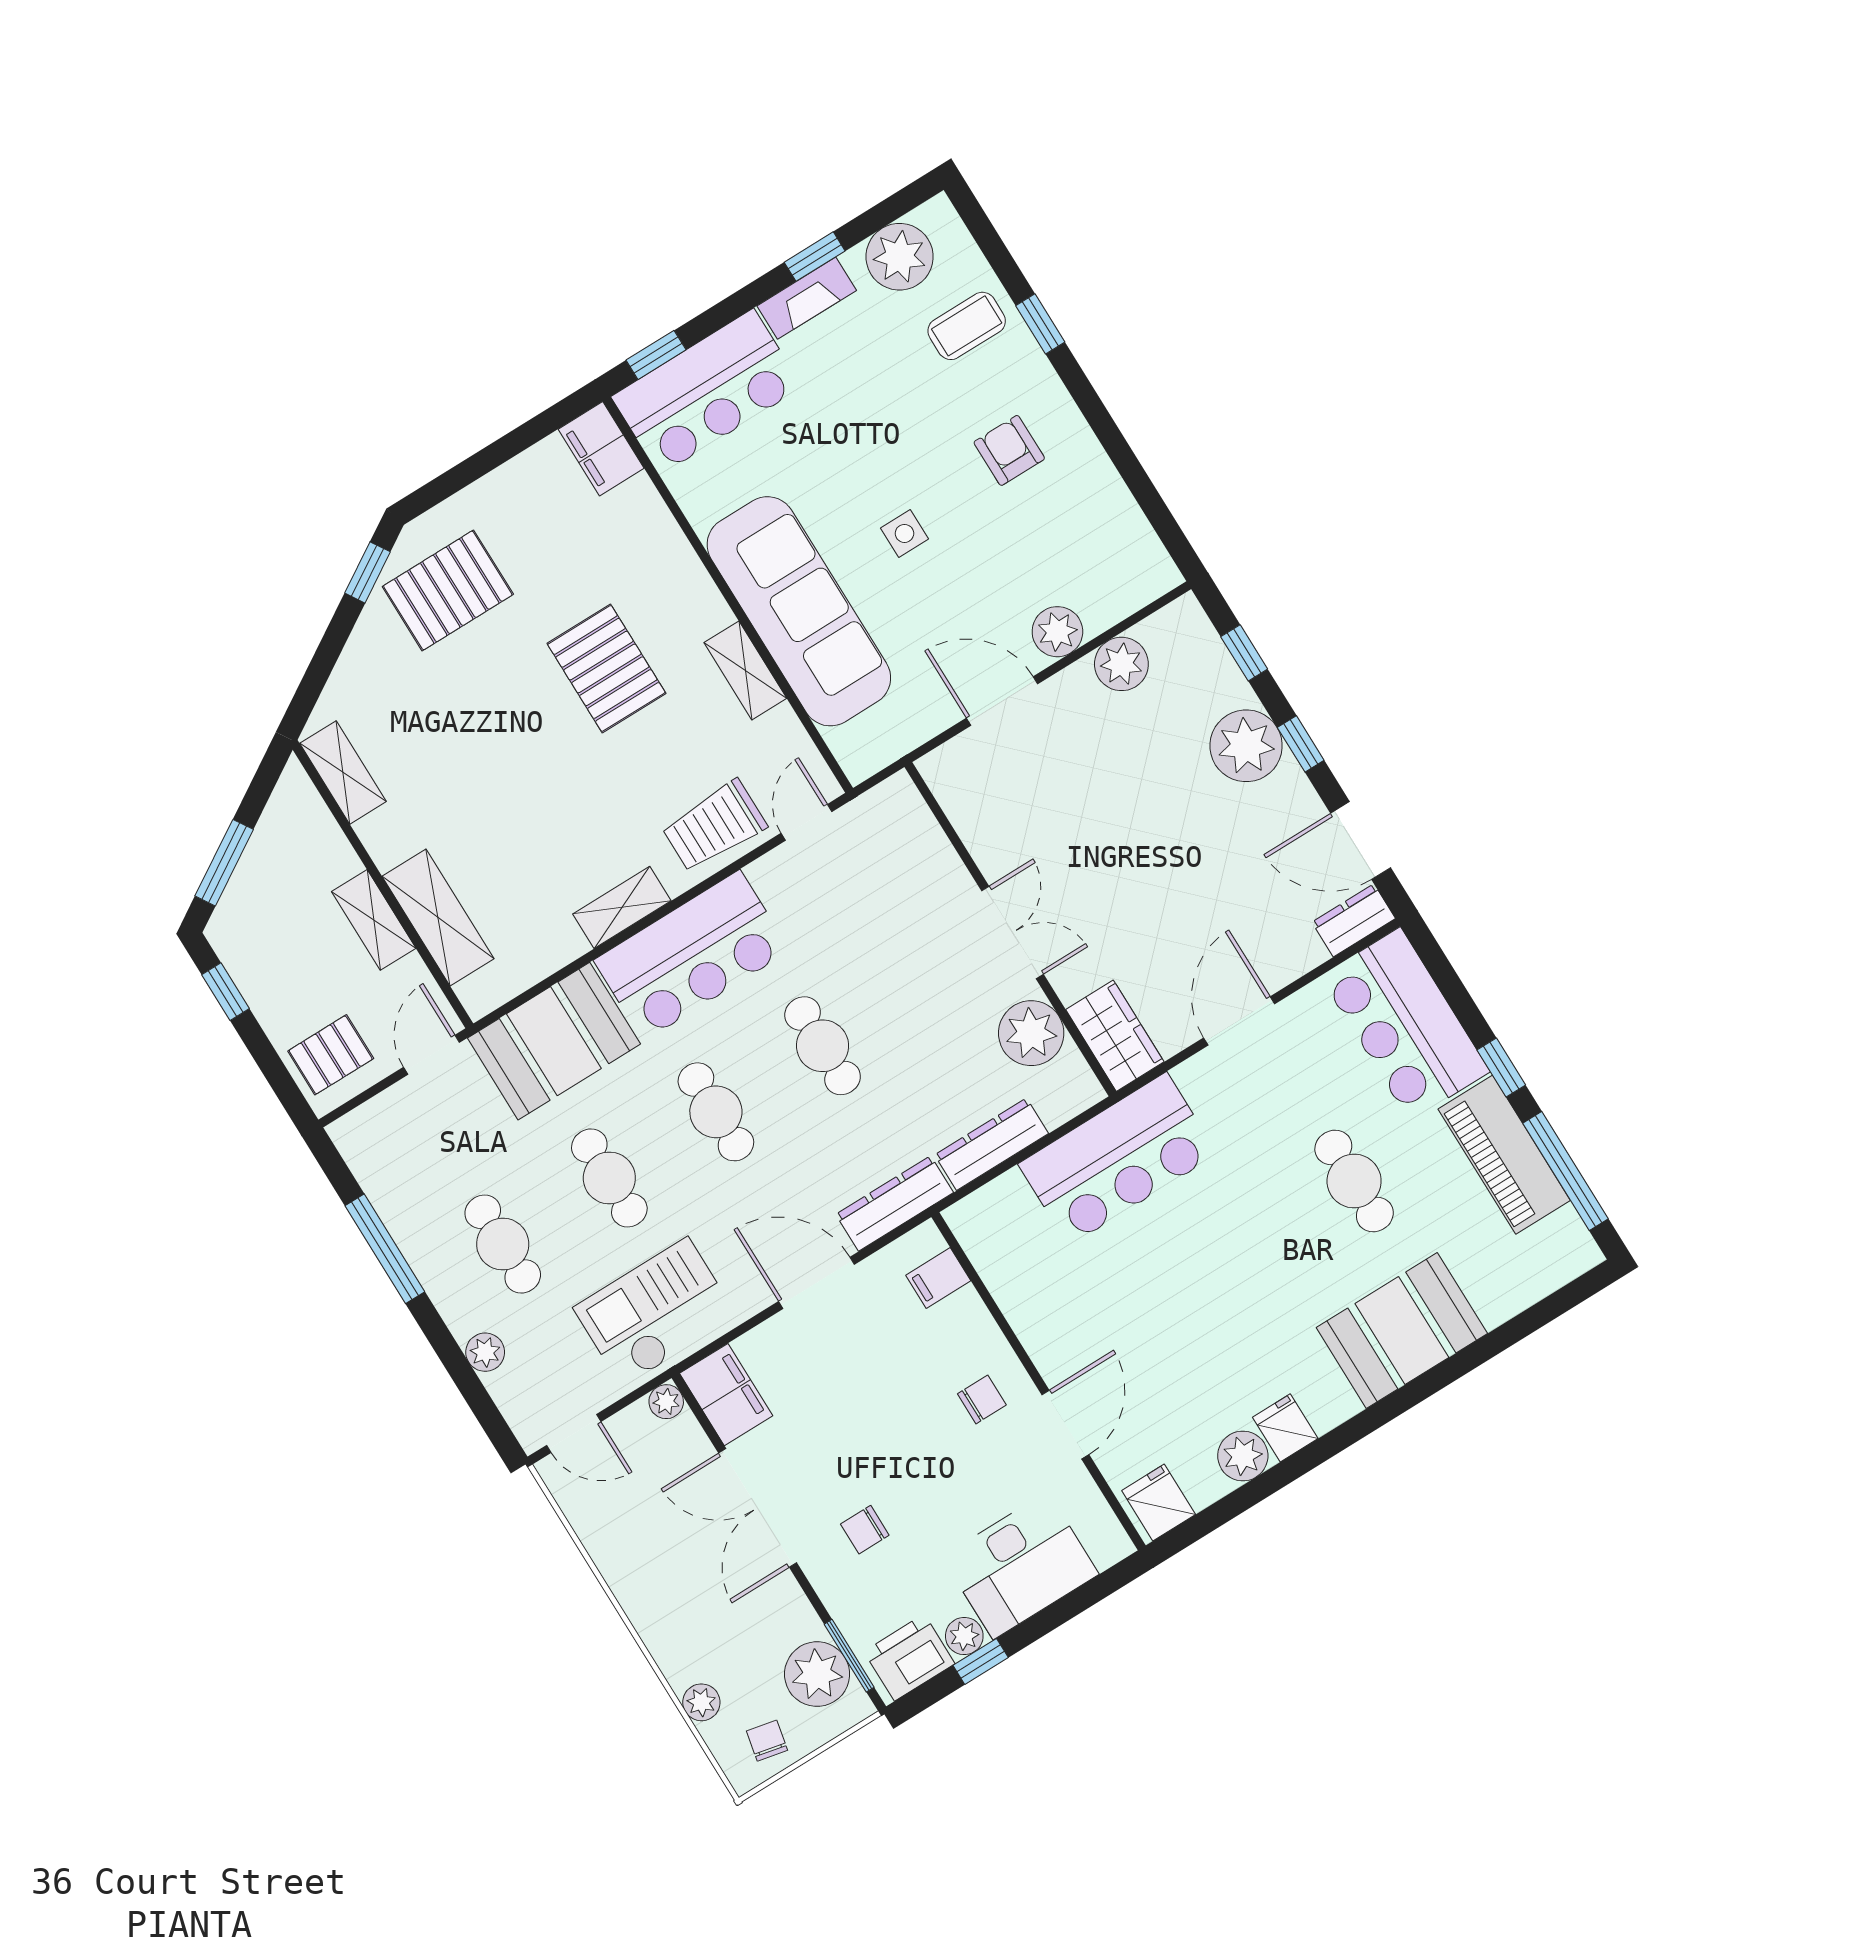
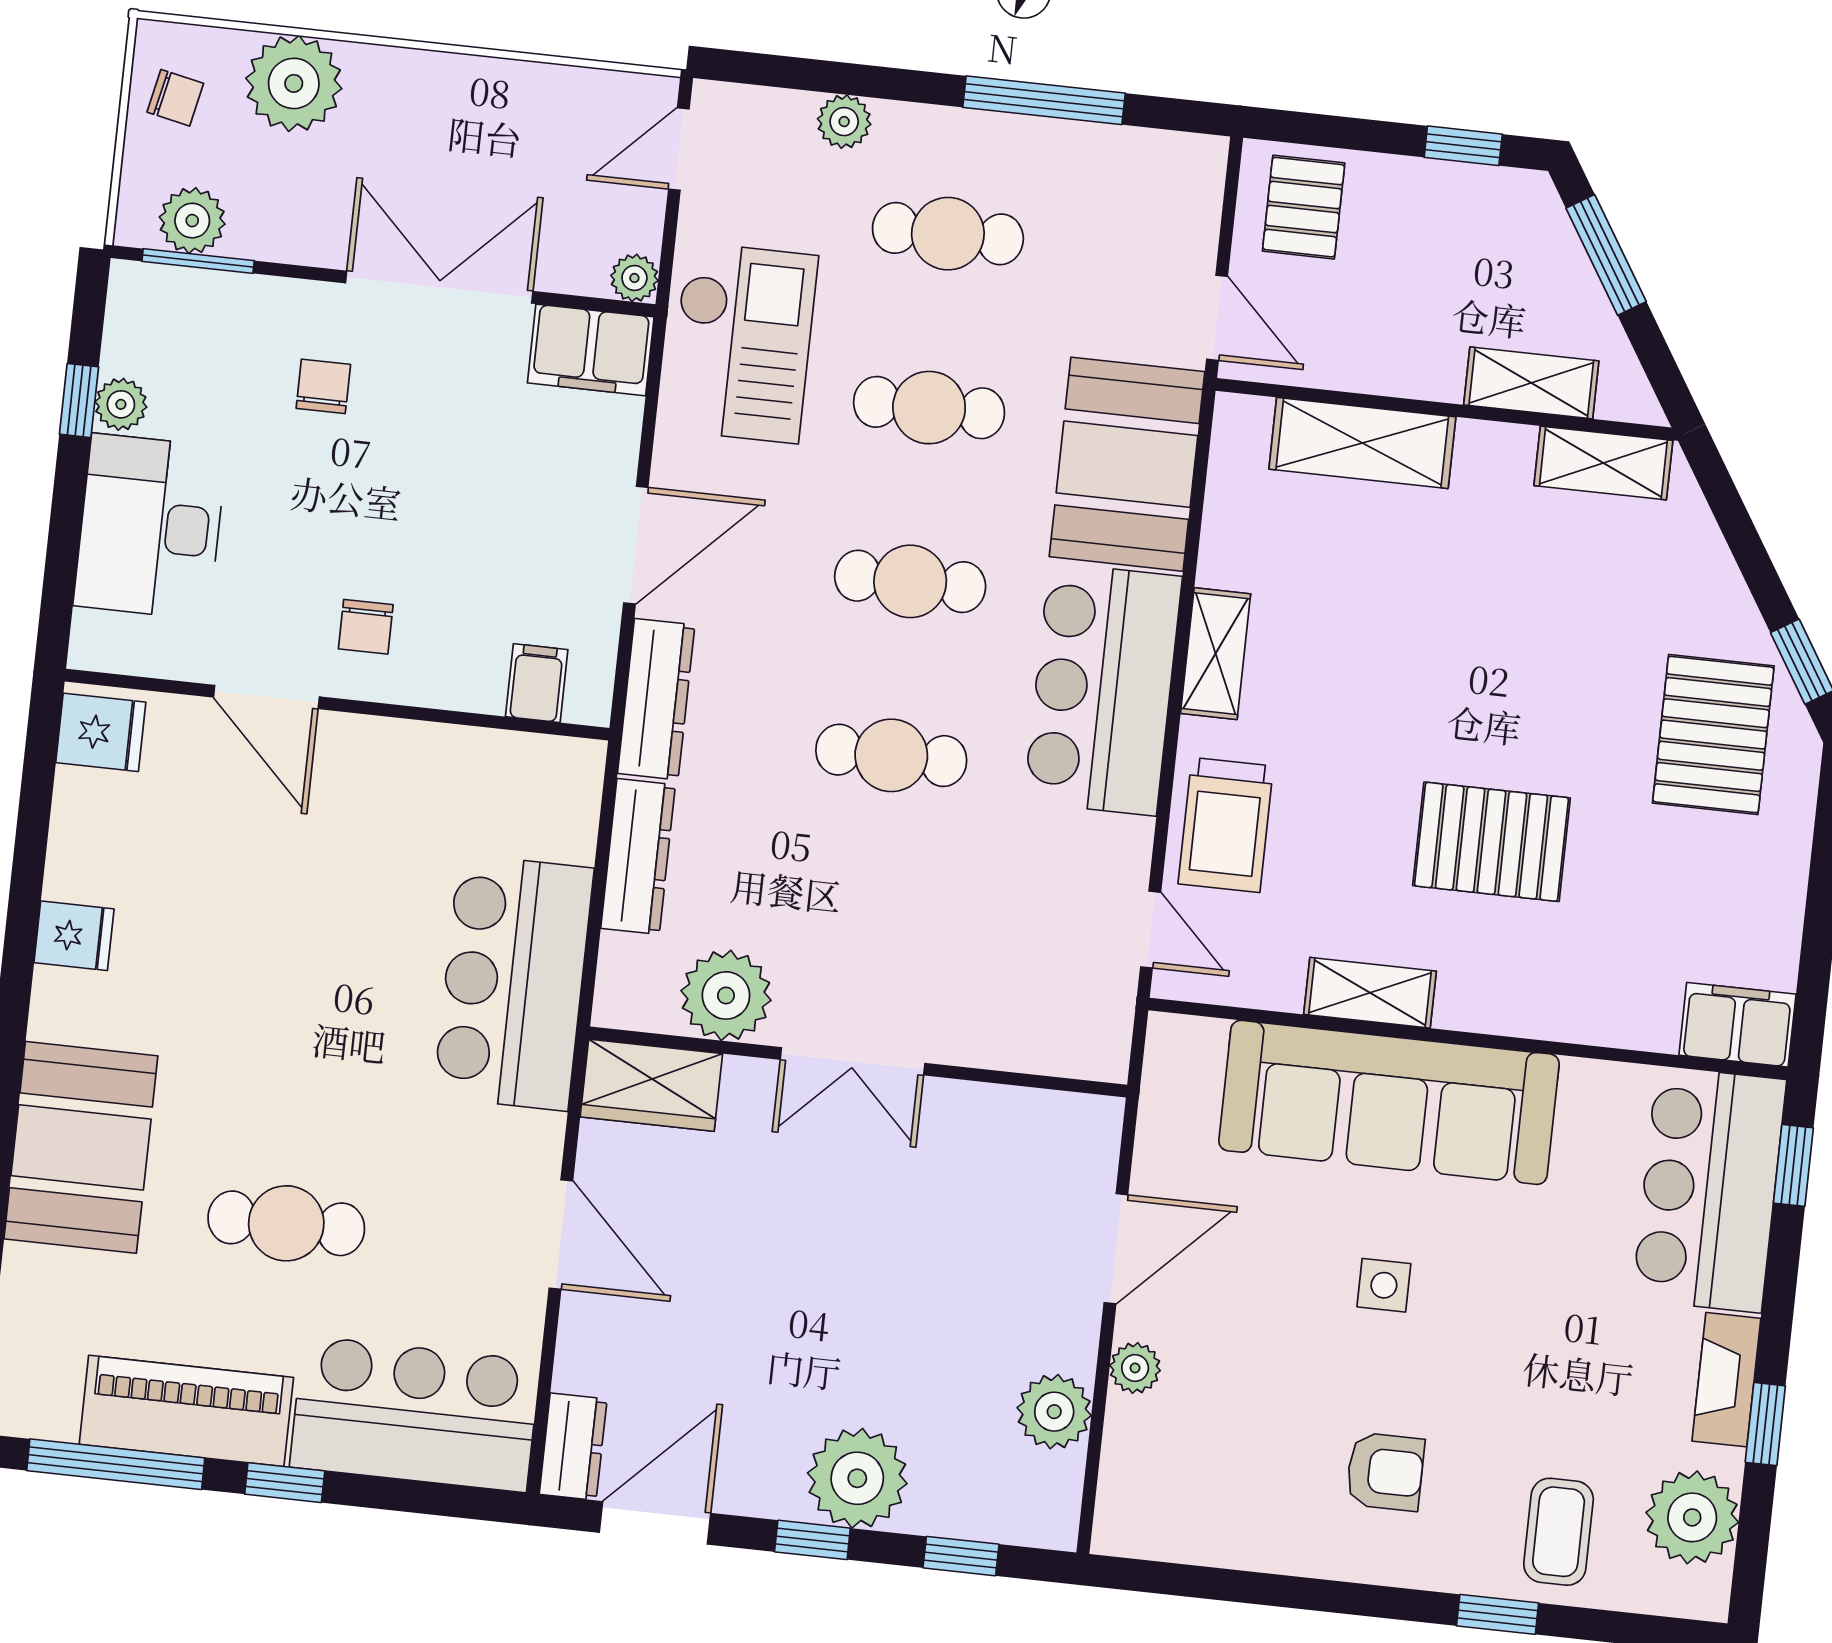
plant: (1057, 632) -> (1135, 1368), width x0.73, depth x0.73
trolley: (714, 826) -> (1226, 825), turned 180
shelving: (374, 920) -> (1531, 383), moved
plant: (1243, 1456) -> (80, 865), removed
printer: (909, 1658) -> (144, 325), removed
plant: (817, 1674) -> (192, 221), width x0.73, depth x0.73
plant: (701, 1702) -> (294, 83), width x1.87, depth x1.87

